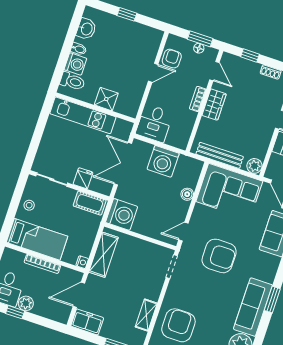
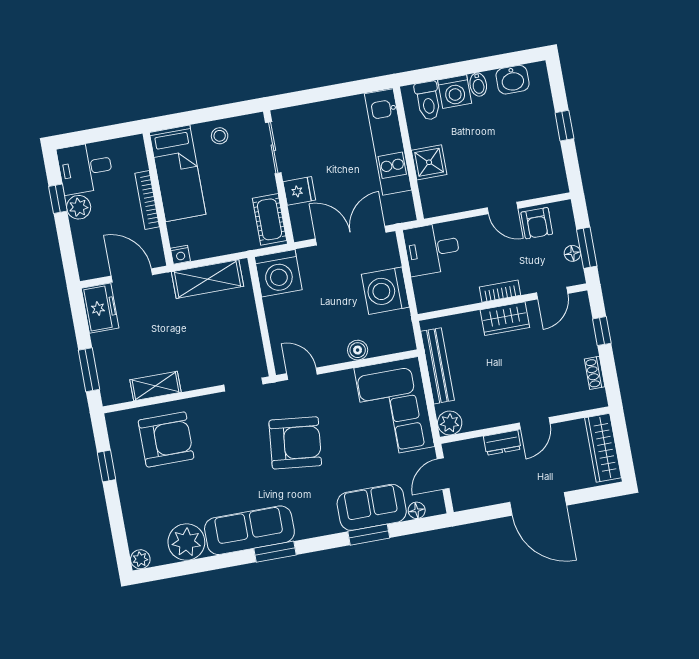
armchair: (172, 59) -> (537, 223), turned 90
armchair: (219, 256) -> (295, 443), turned -84

